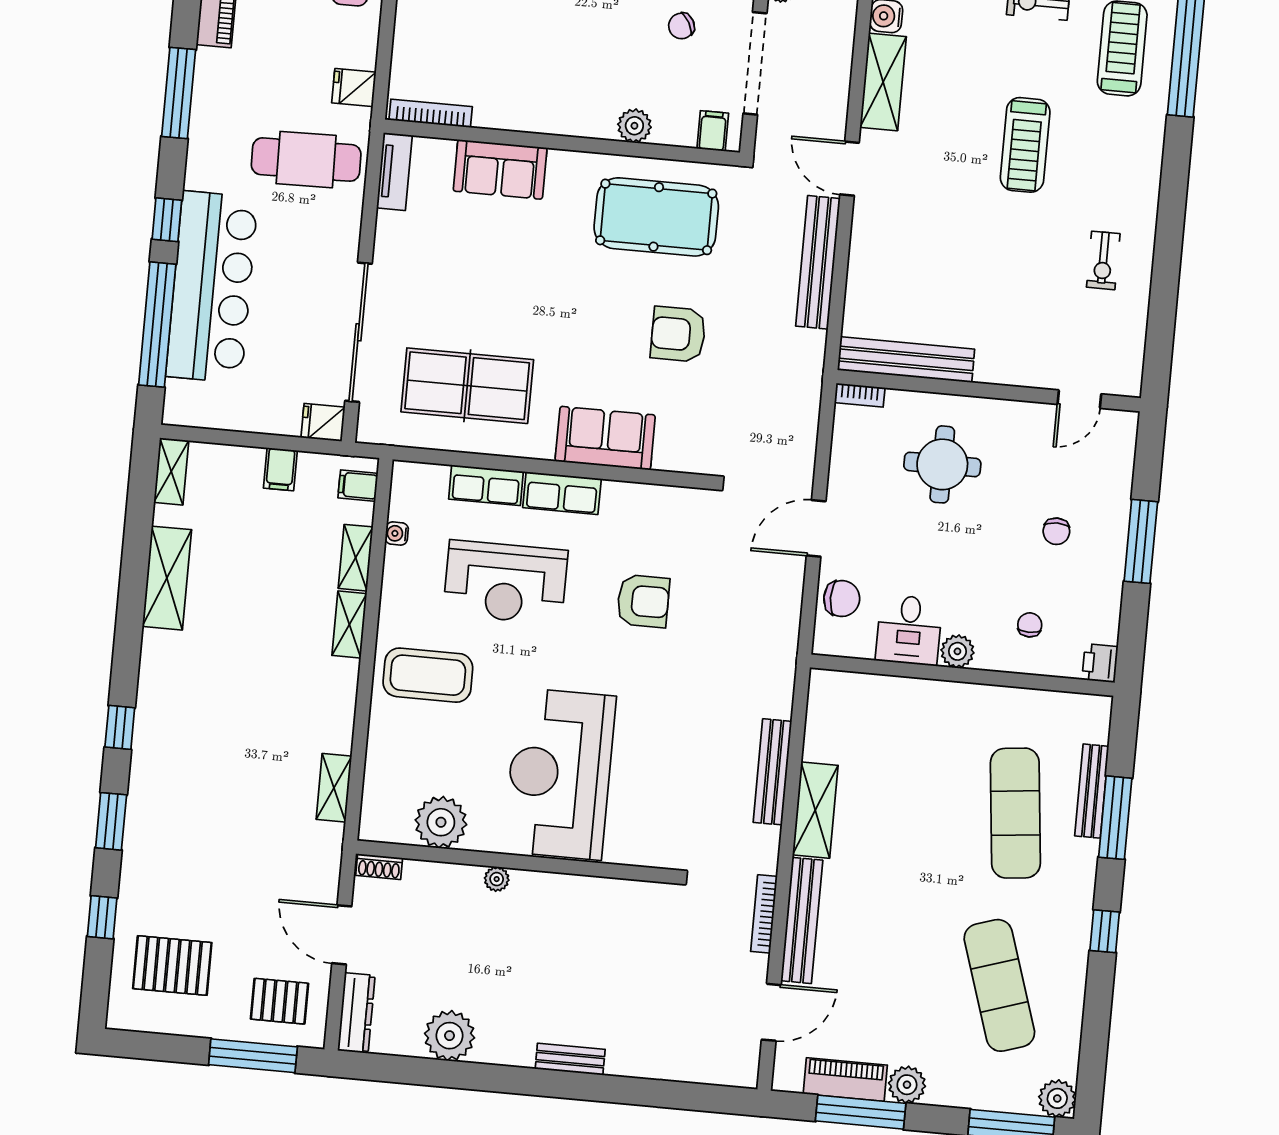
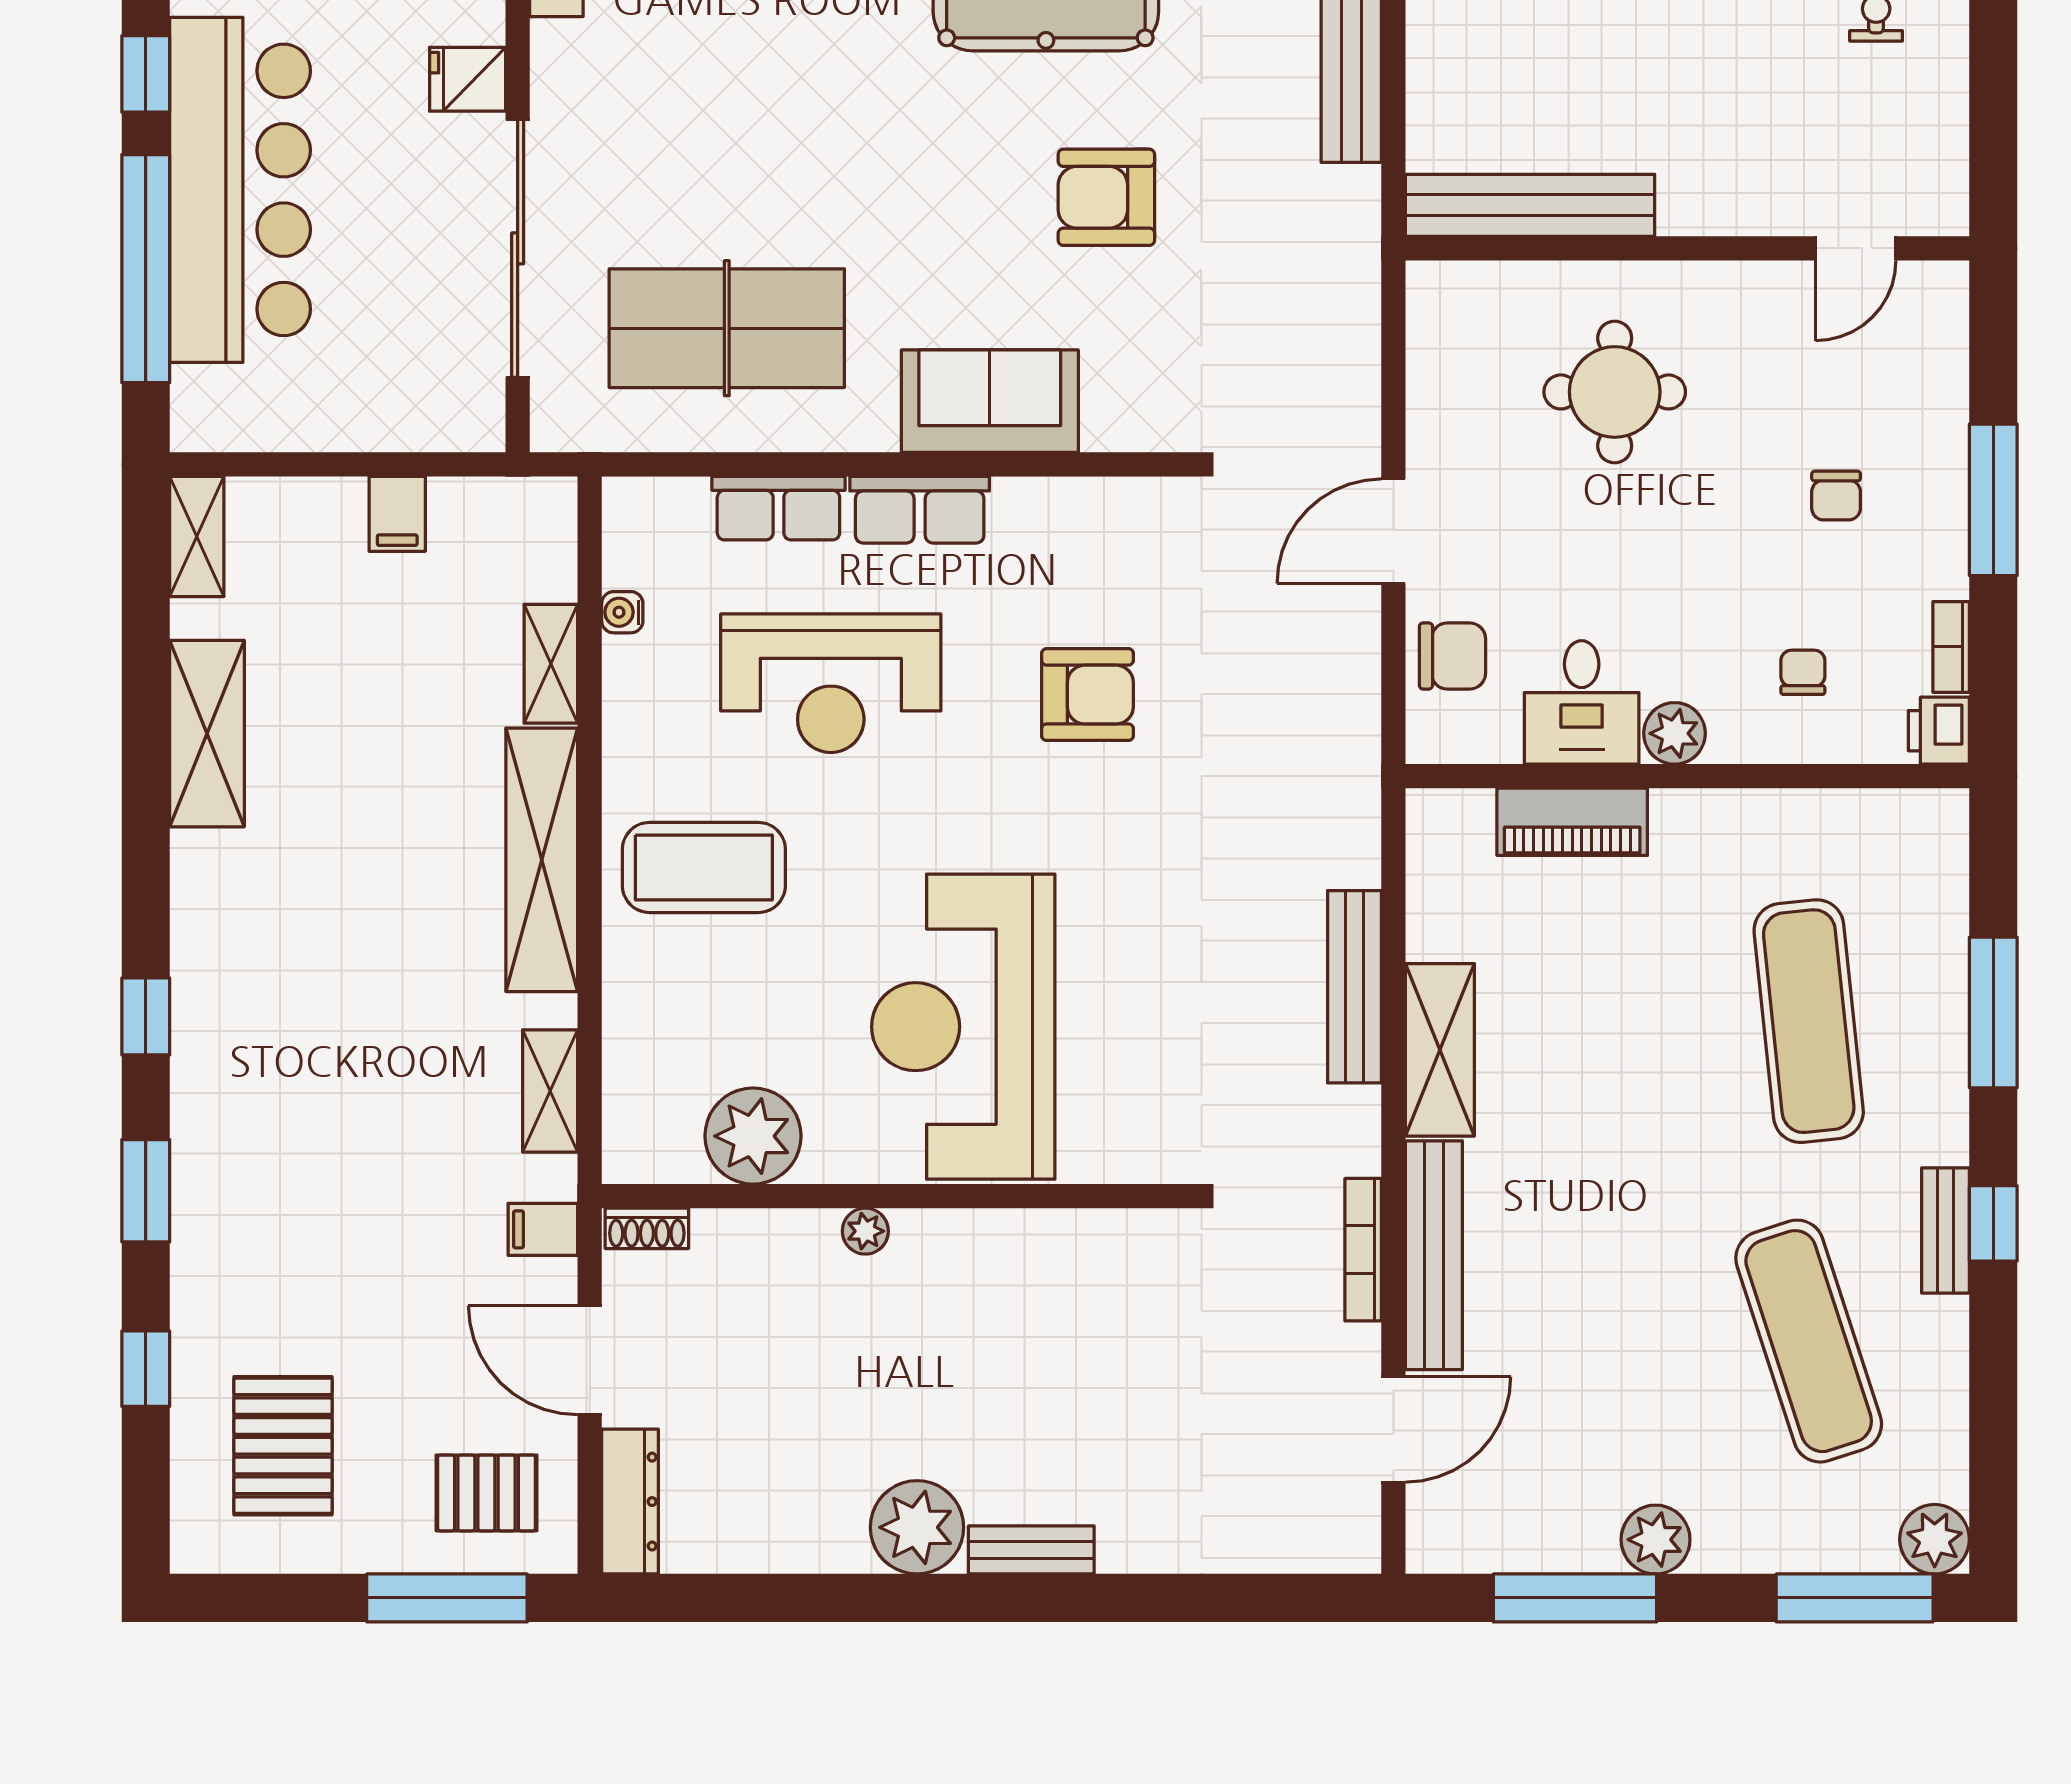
bookcase: (860, 395) -> (1951, 647), moved, turned 90
fridge: (323, 422) -> (468, 79), moved
filing cabinet: (358, 486) -> (543, 1229), moved
shelving: (349, 625) -> (542, 860), width x2.20, depth x1.33
bench: (1092, 791) -> (1945, 1230), moved, width x0.73
pallet: (172, 966) -> (283, 1446), turned 90
plant: (450, 1036) -> (917, 1527), moved
piano: (845, 1079) -> (1572, 822), moved, turned 180

